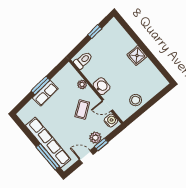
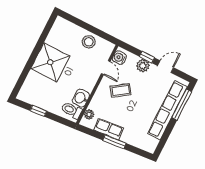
shower: (137, 56) -> (50, 62), width x1.86, depth x1.86
plant: (82, 84) -> (89, 114), moved
washbasin: (102, 86) -> (81, 98), moved
row of seats: (45, 93) -> (109, 129), moved
door: (86, 157) -> (165, 67), swing flipped

